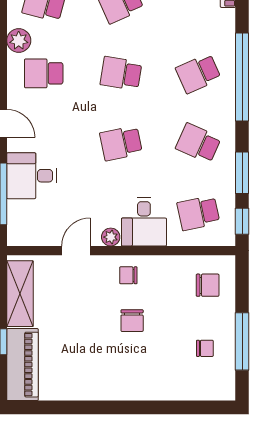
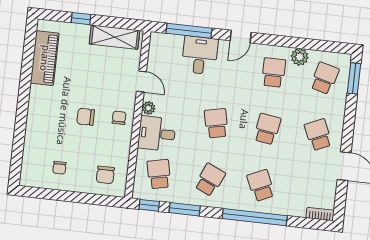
window: (242, 341) -> (61, 195), removed
piano: (22, 365) -> (45, 58), moved, turned -90

